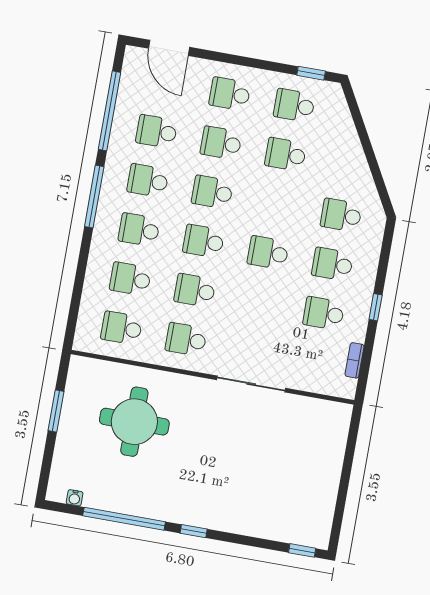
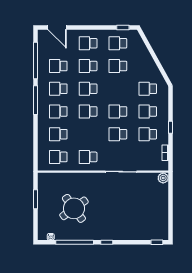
school desk: (195, 290) -> (118, 134), moved
plant: (340, 414) -> (163, 178), added
round table: (134, 422) -> (74, 208), moved, turned -36

